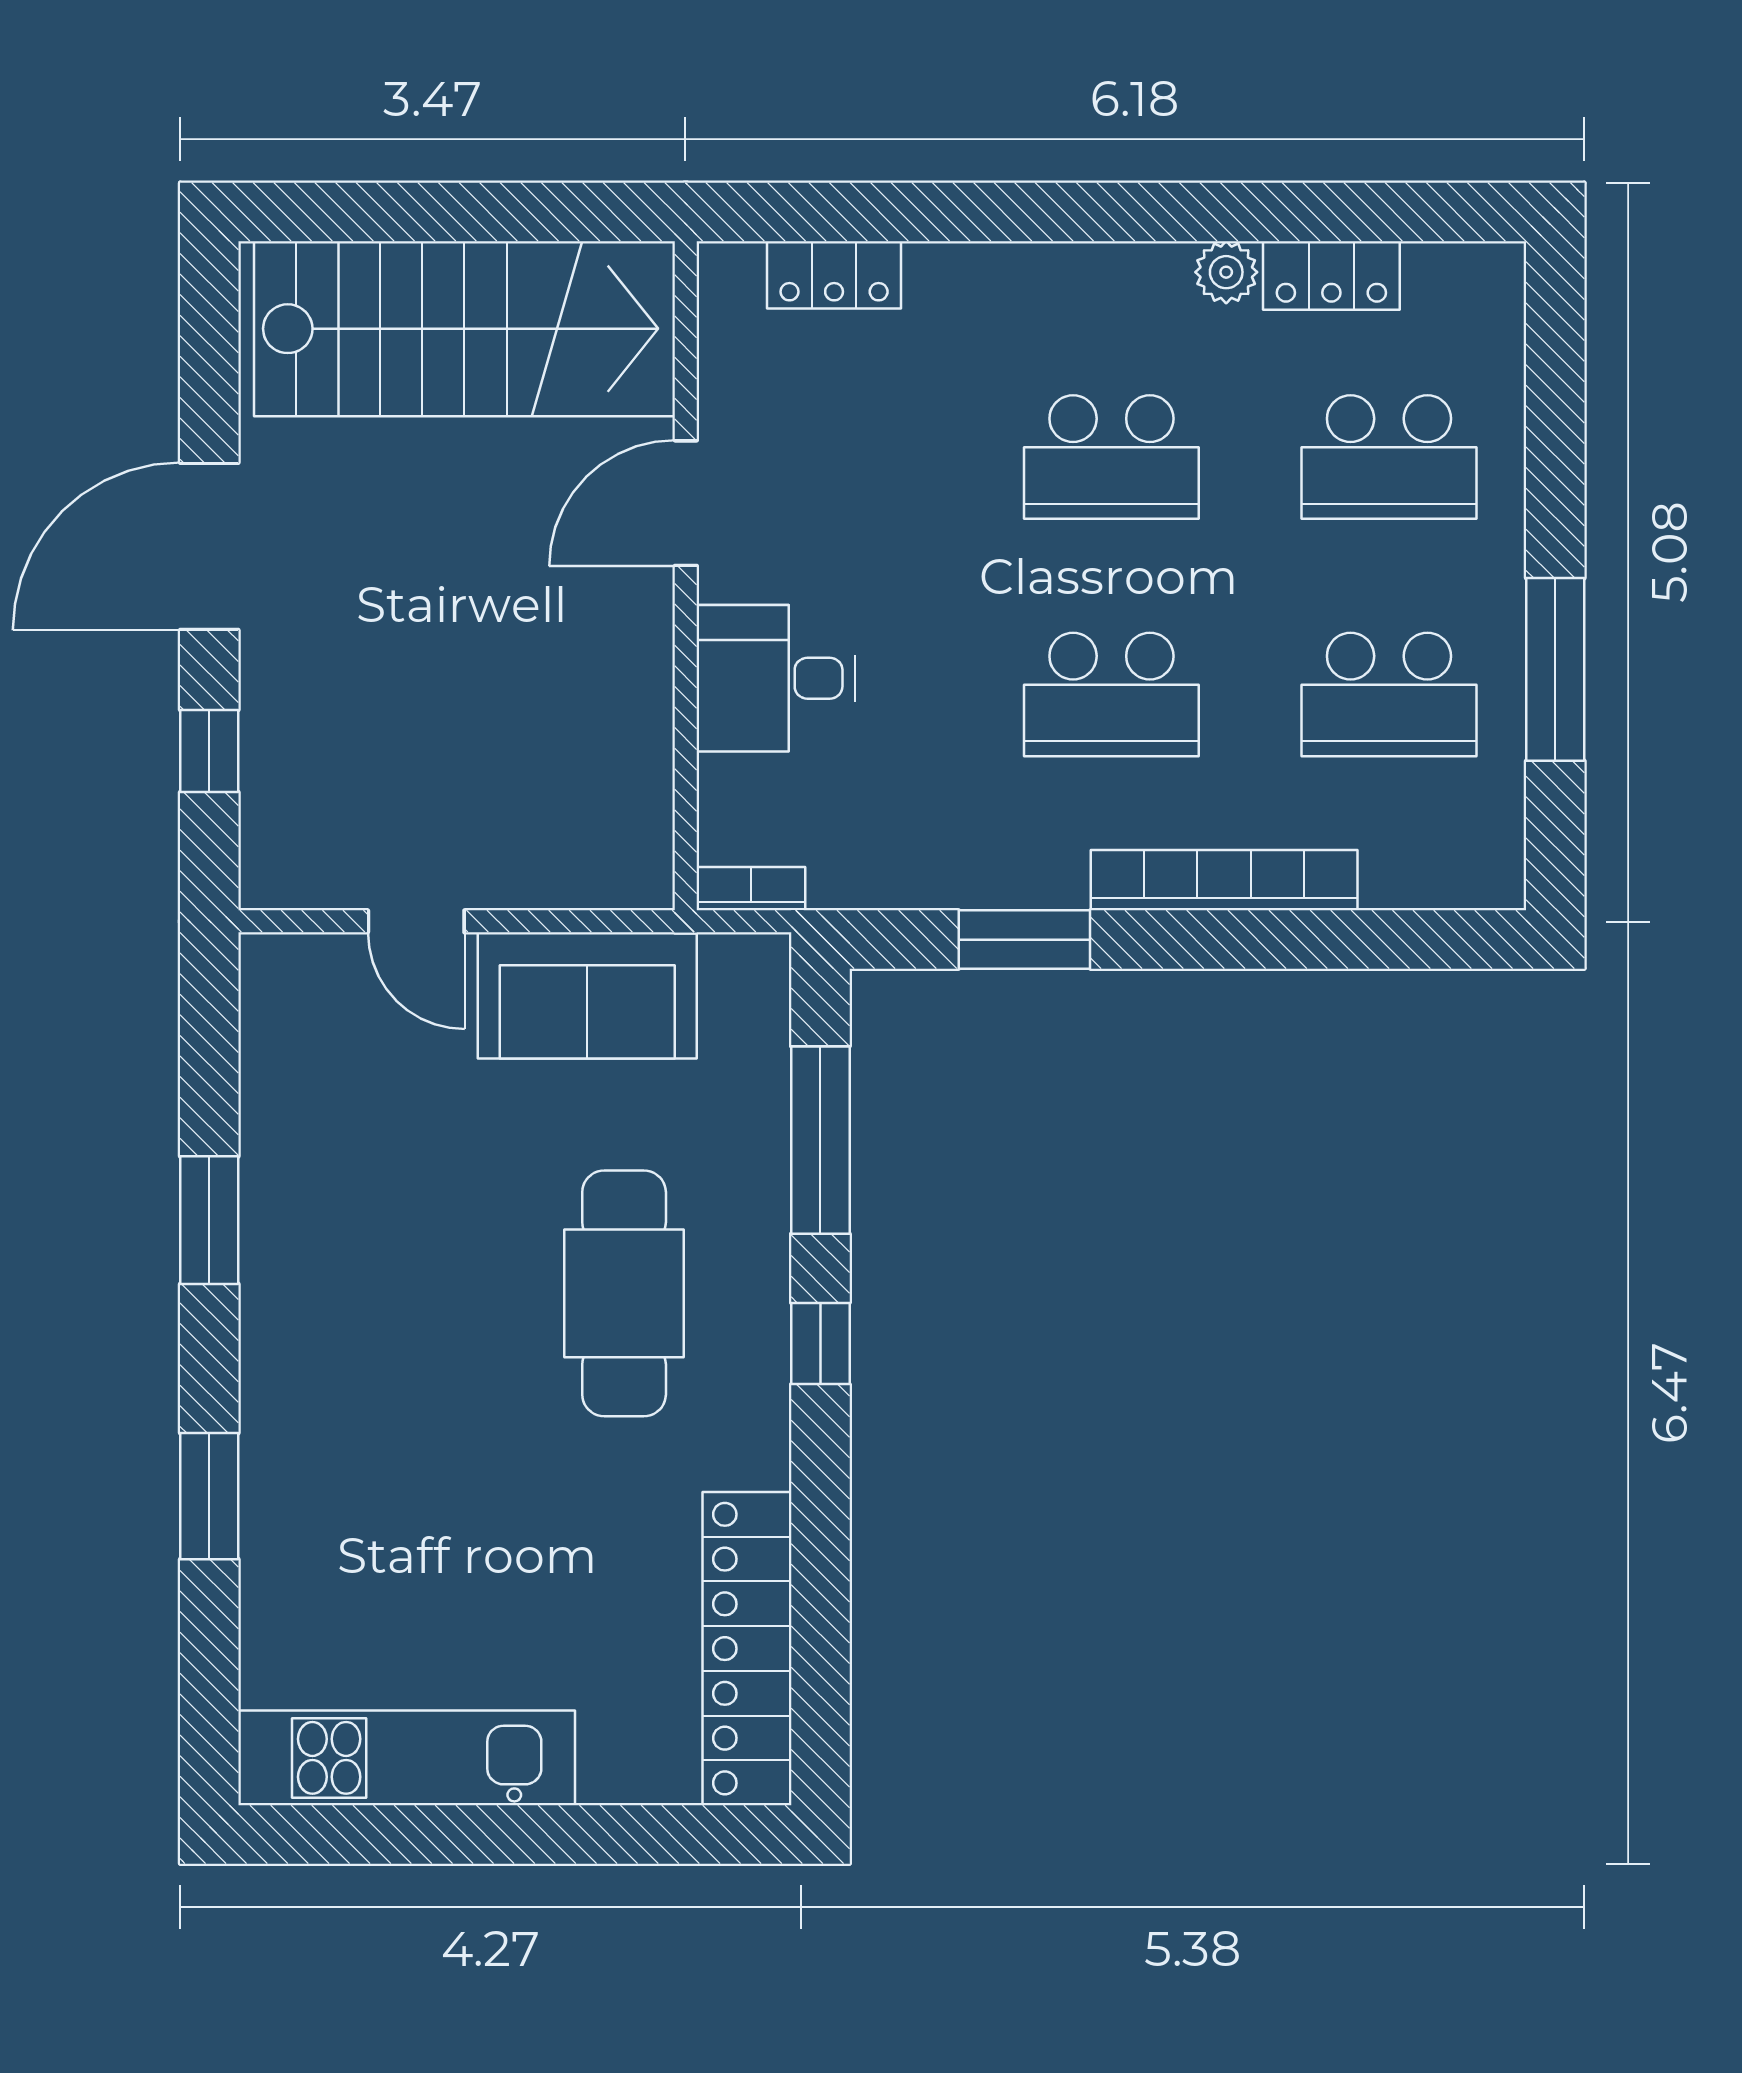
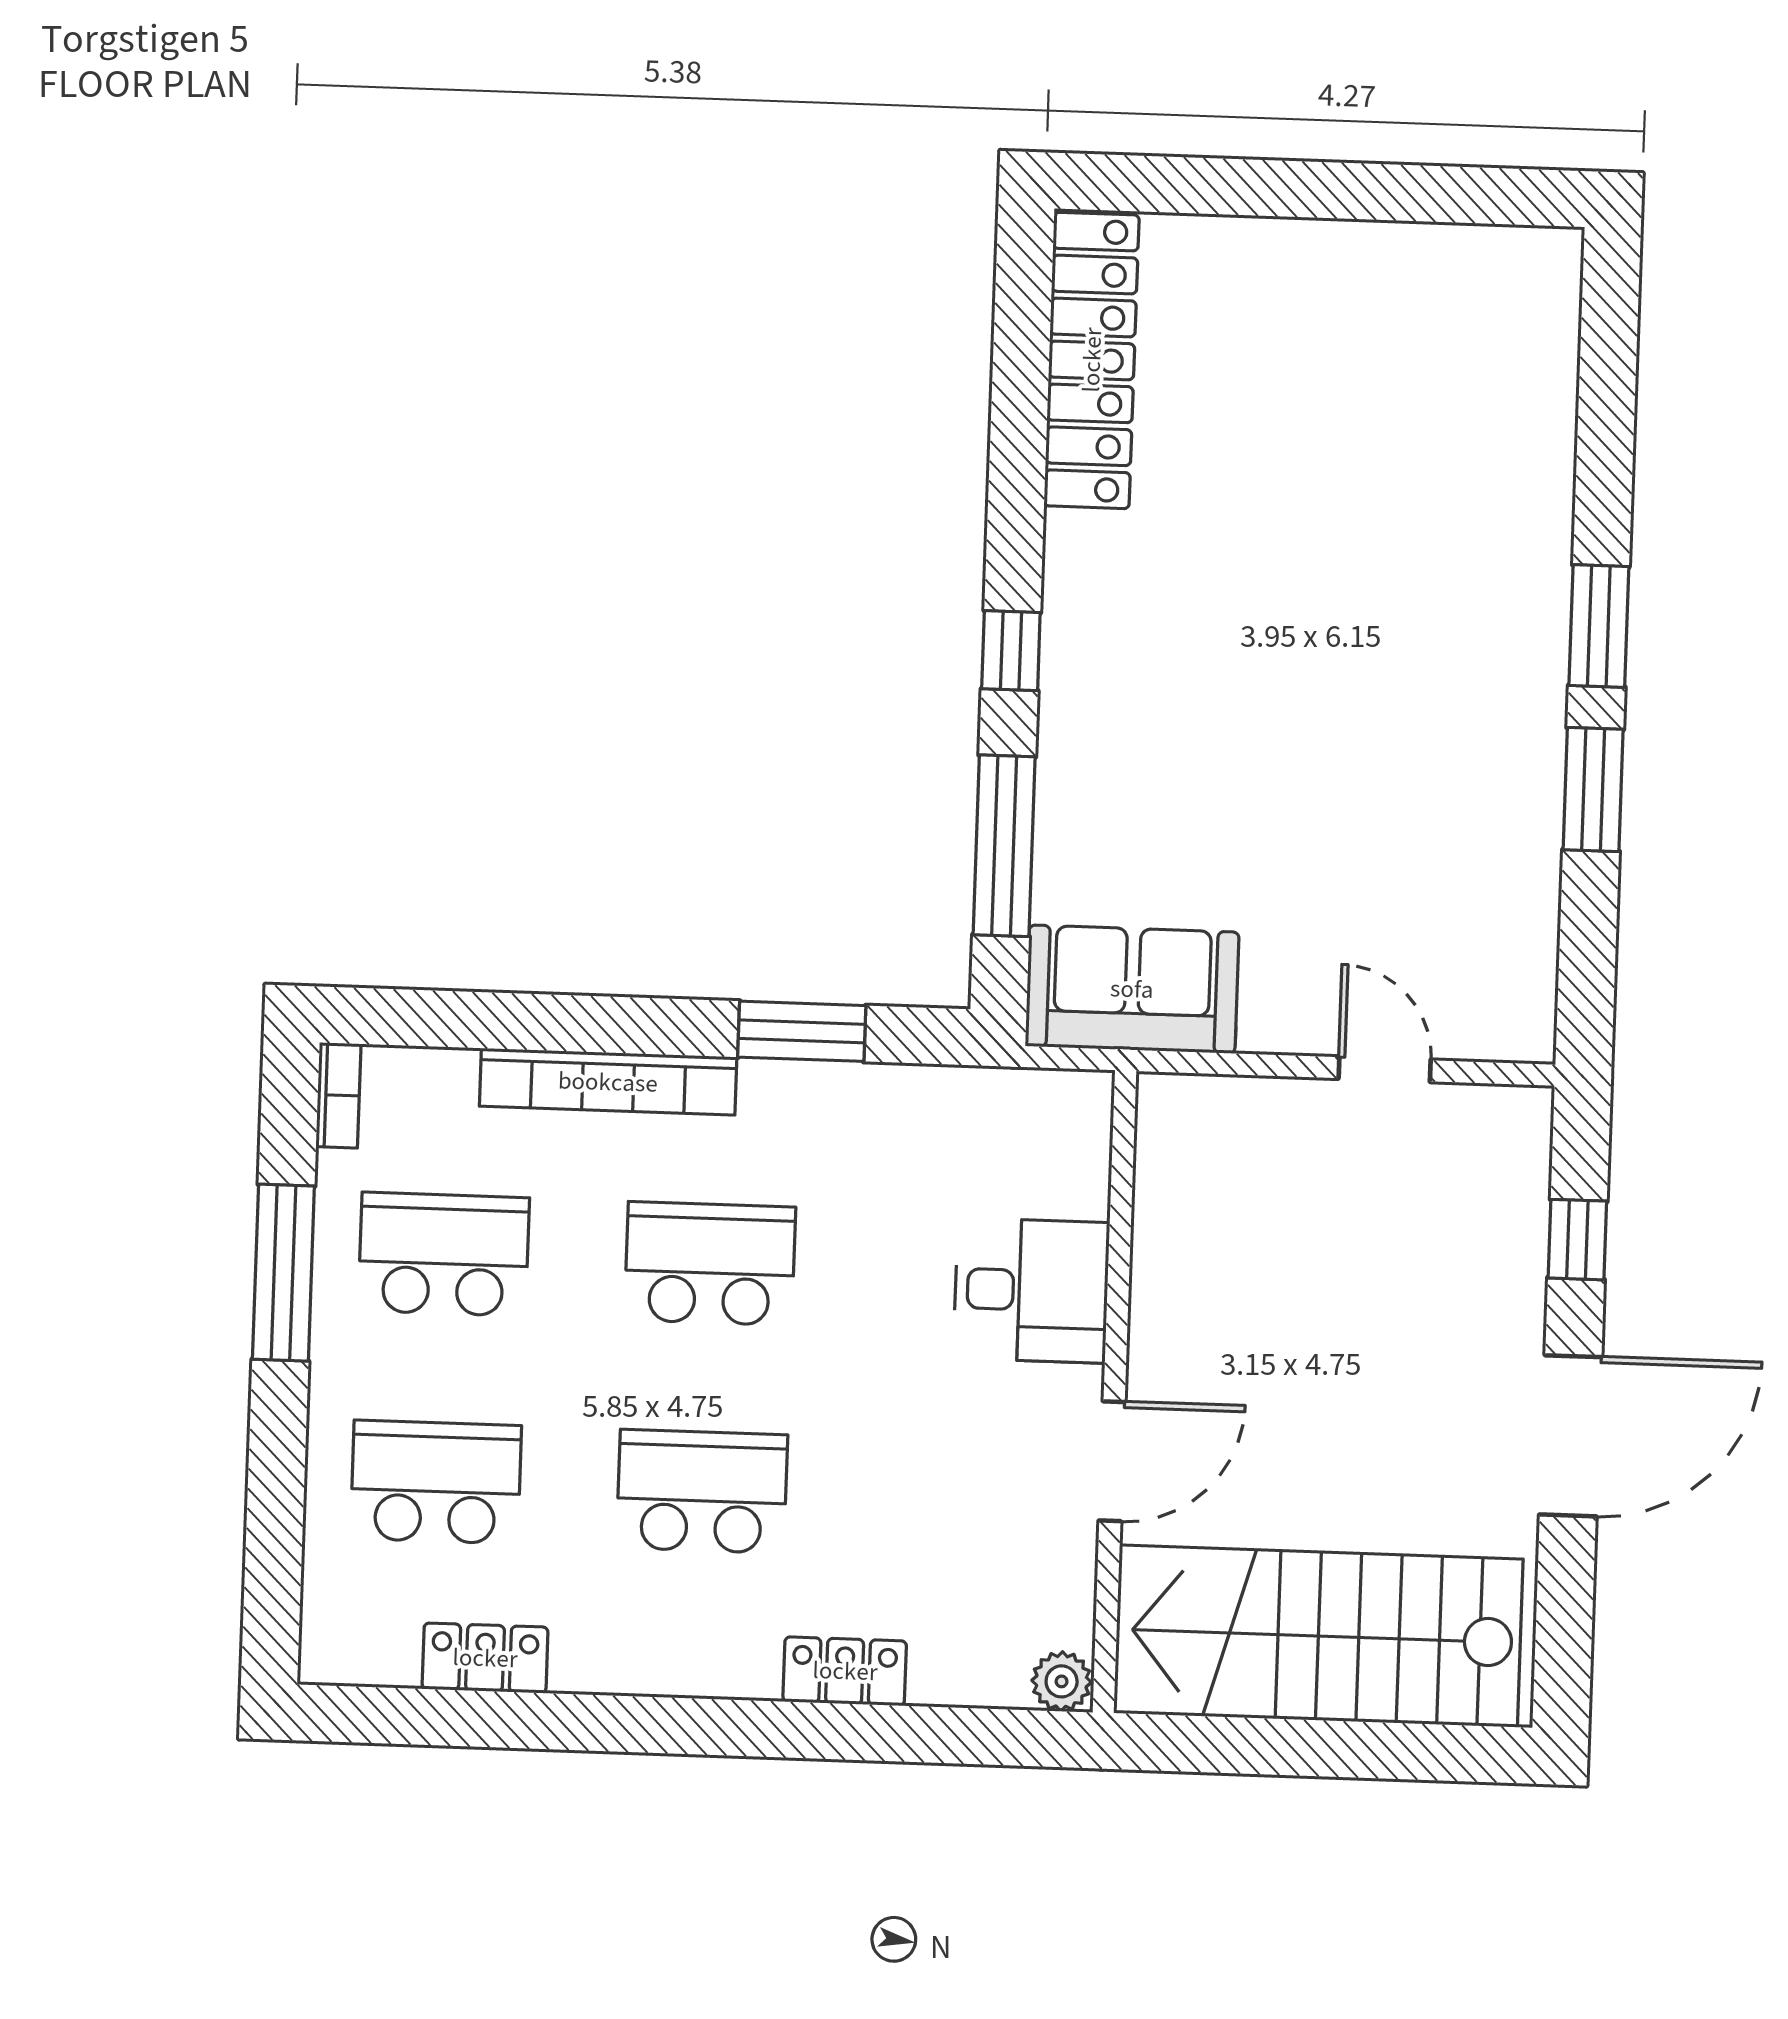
plant: (1226, 272) -> (1062, 1681), moved
locker: (834, 275) -> (845, 1671), moved
bookcase: (751, 889) -> (338, 1095), moved, turned -90
sofa: (587, 995) -> (1132, 989), moved
cafe table: (624, 1293) -> (1198, 705), removed
window: (209, 1496) -> (1599, 626), moved
kitchen unit: (407, 1758) -> (1422, 267), removed

